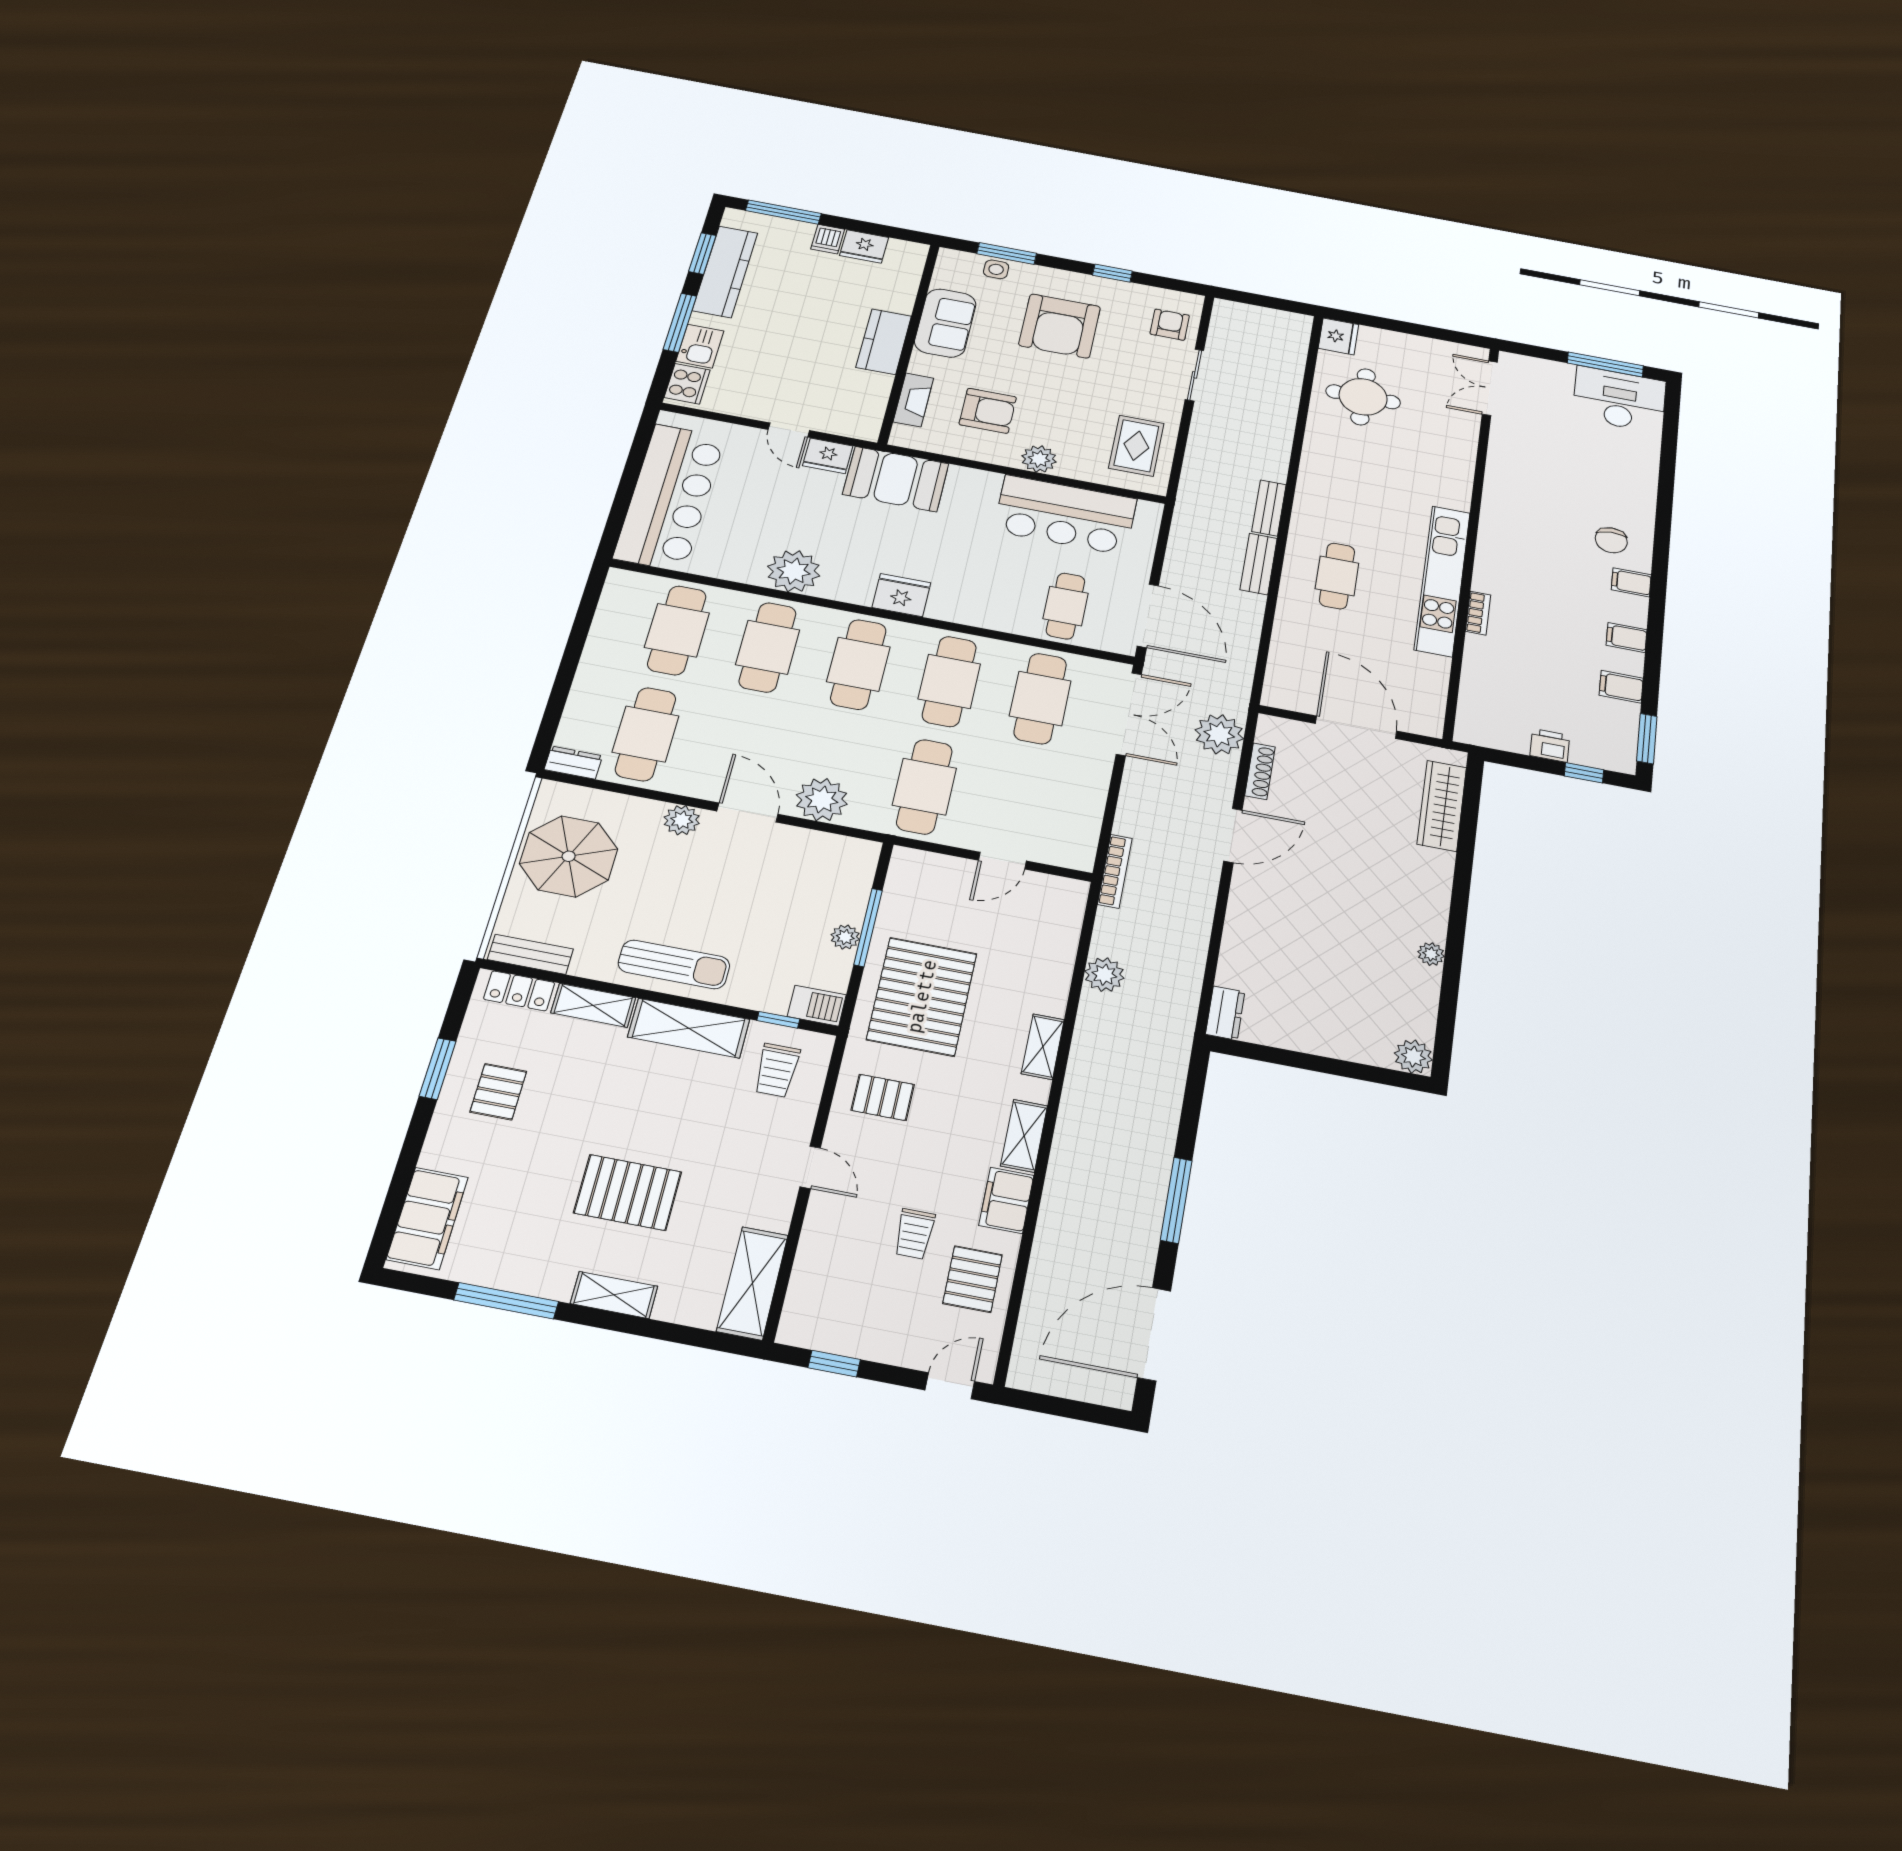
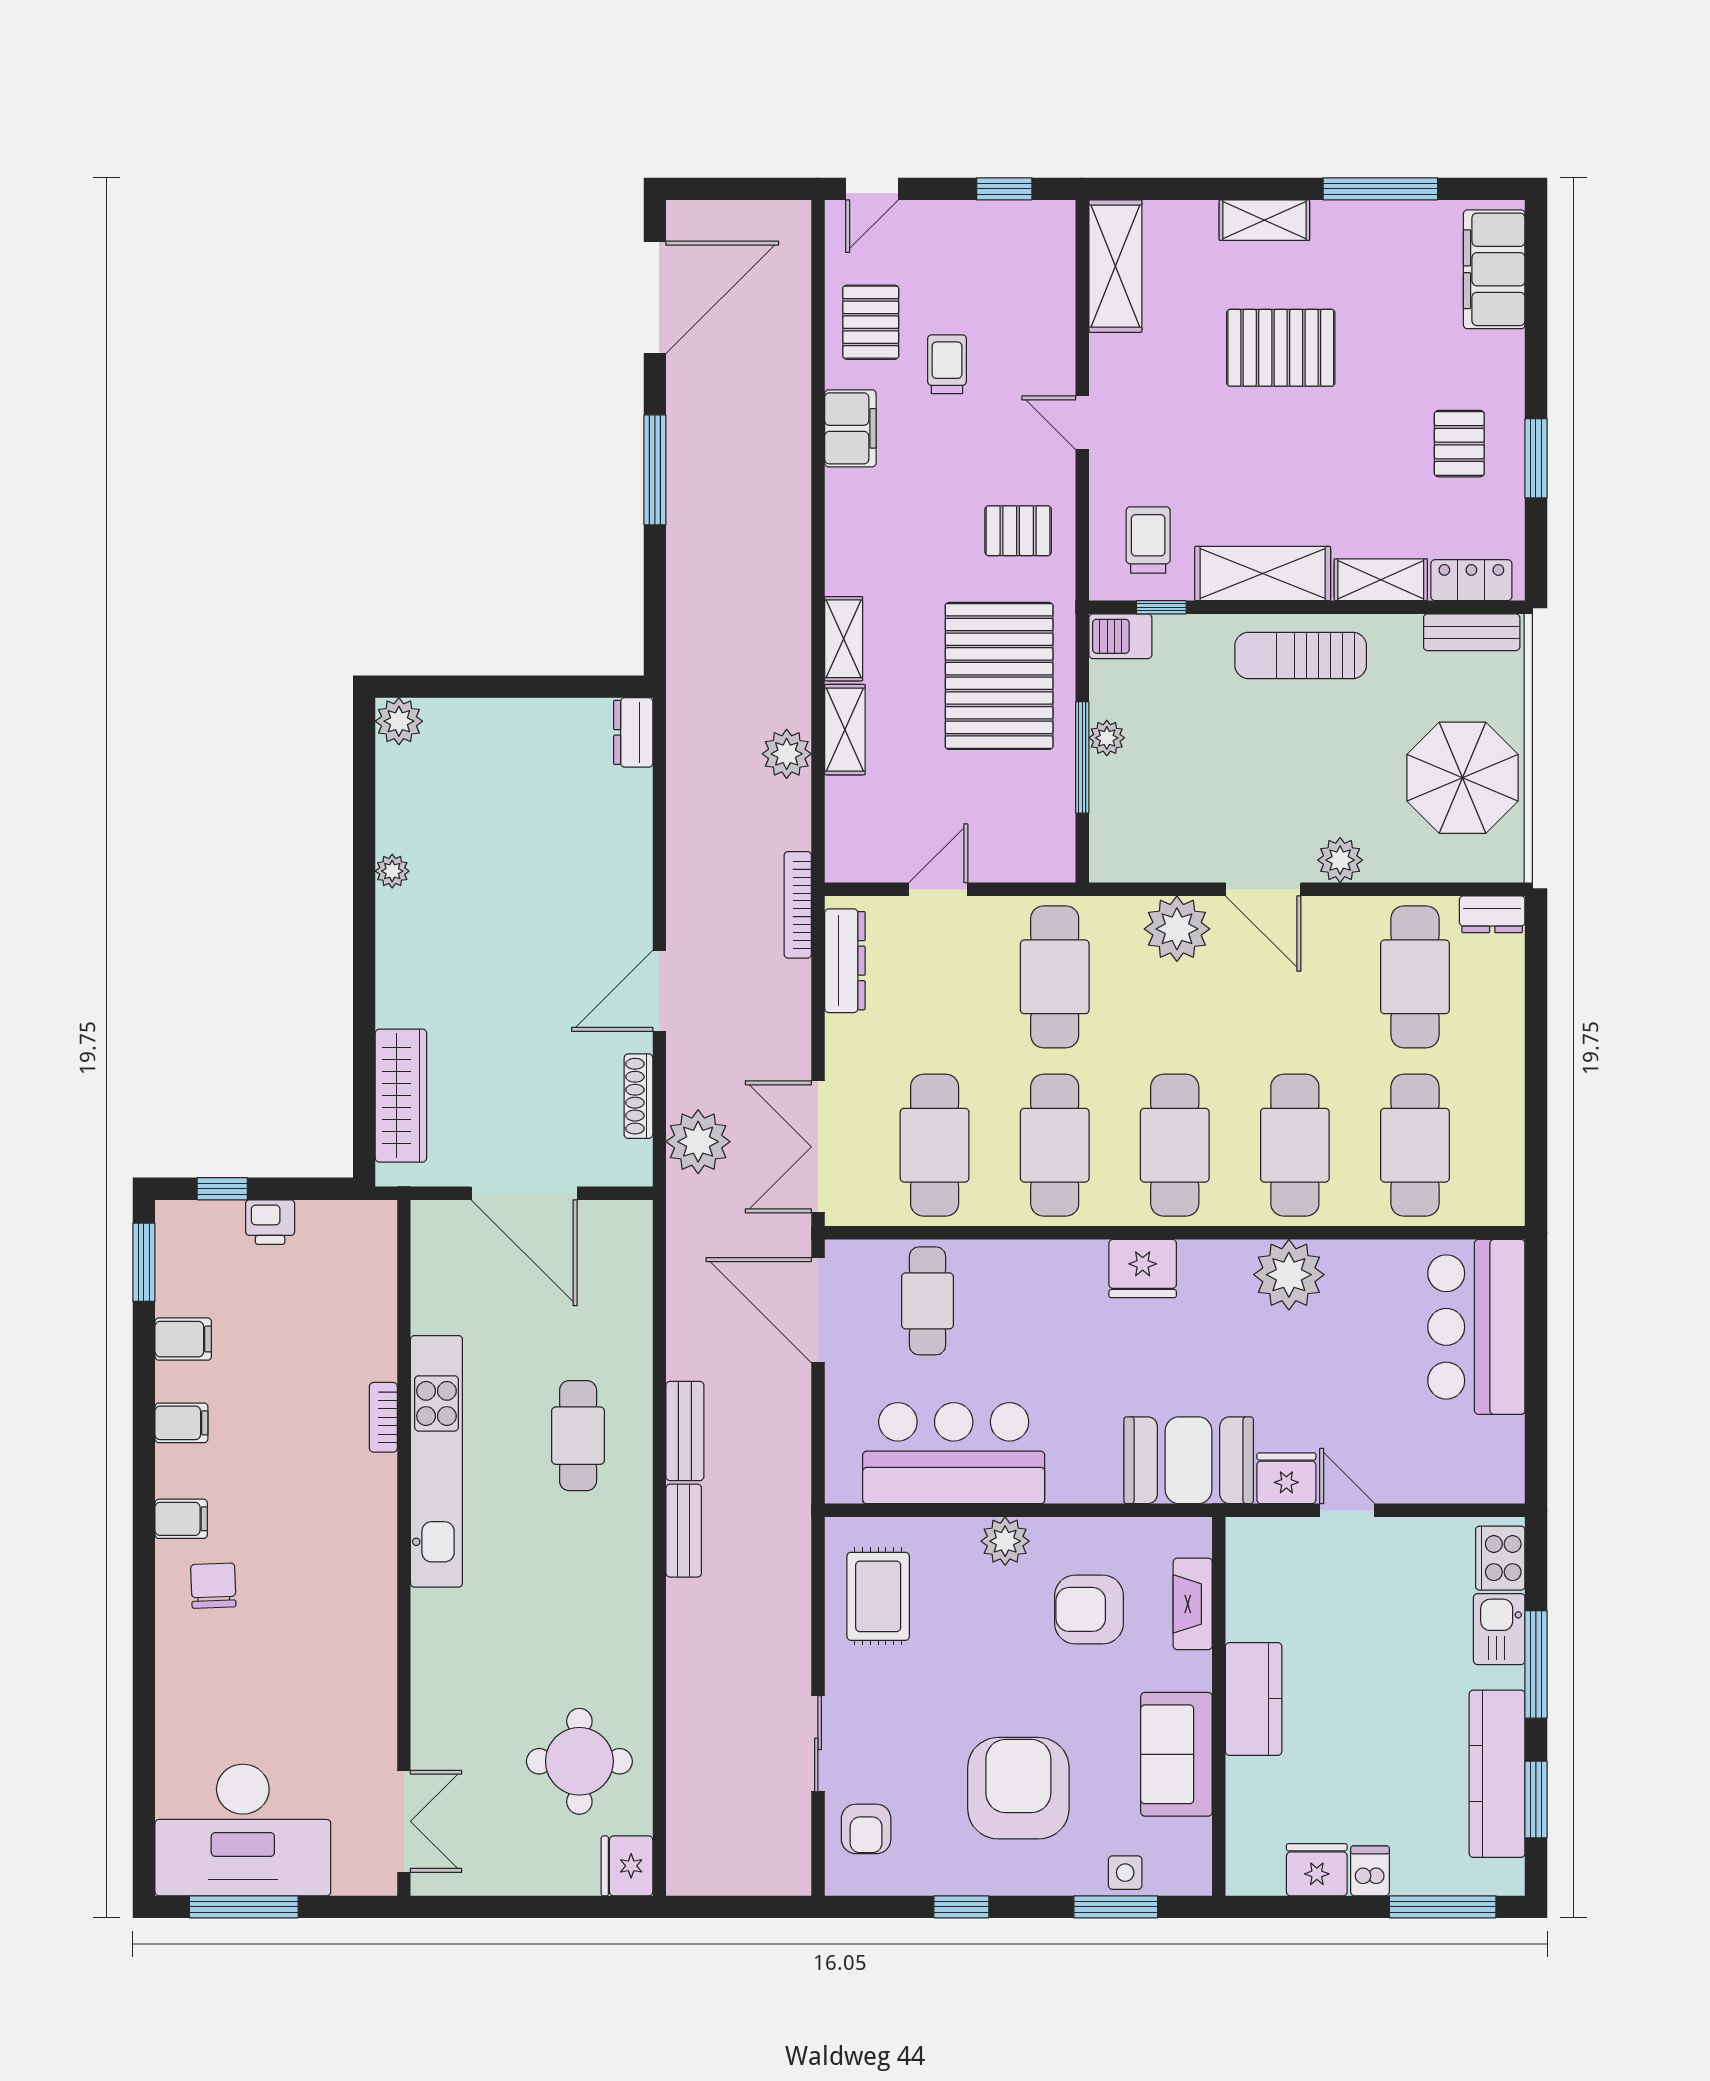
desk: (1619, 399) -> (243, 1830), width x1.36, depth x1.30
bar counter: (670, 497) -> (1476, 1327), width x0.73
dresser: (1085, 828) -> (845, 961), added
shelving: (1024, 1136) -> (845, 730), moved

